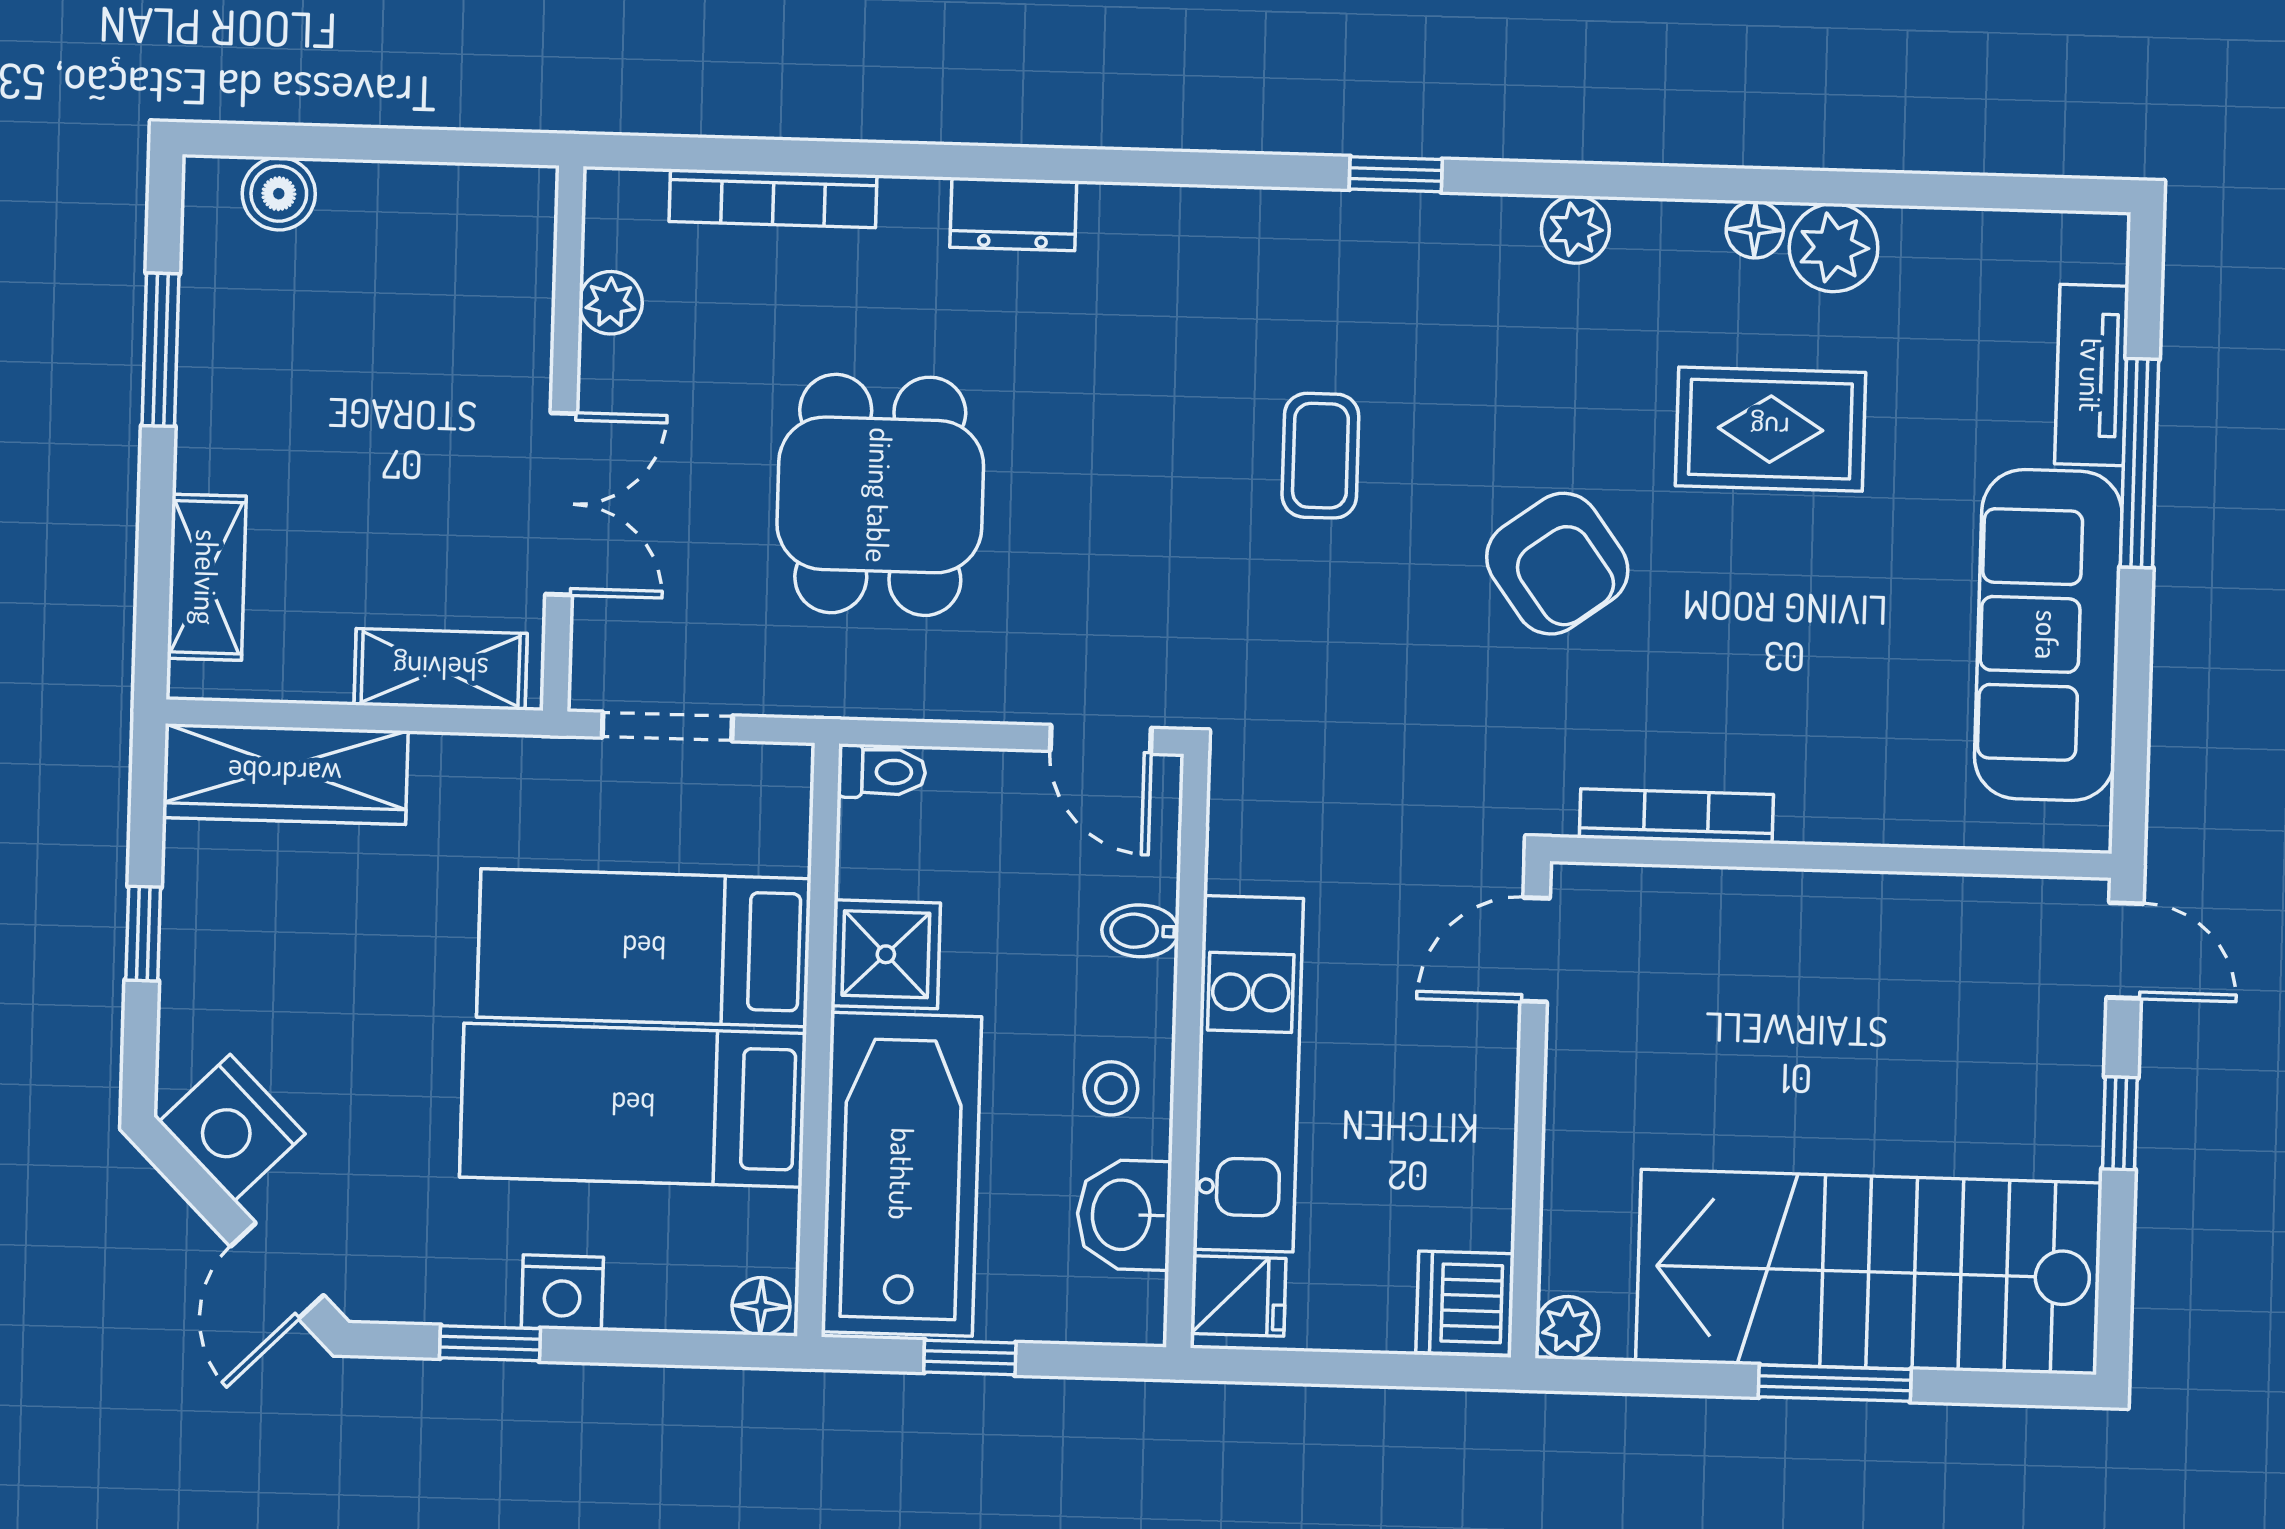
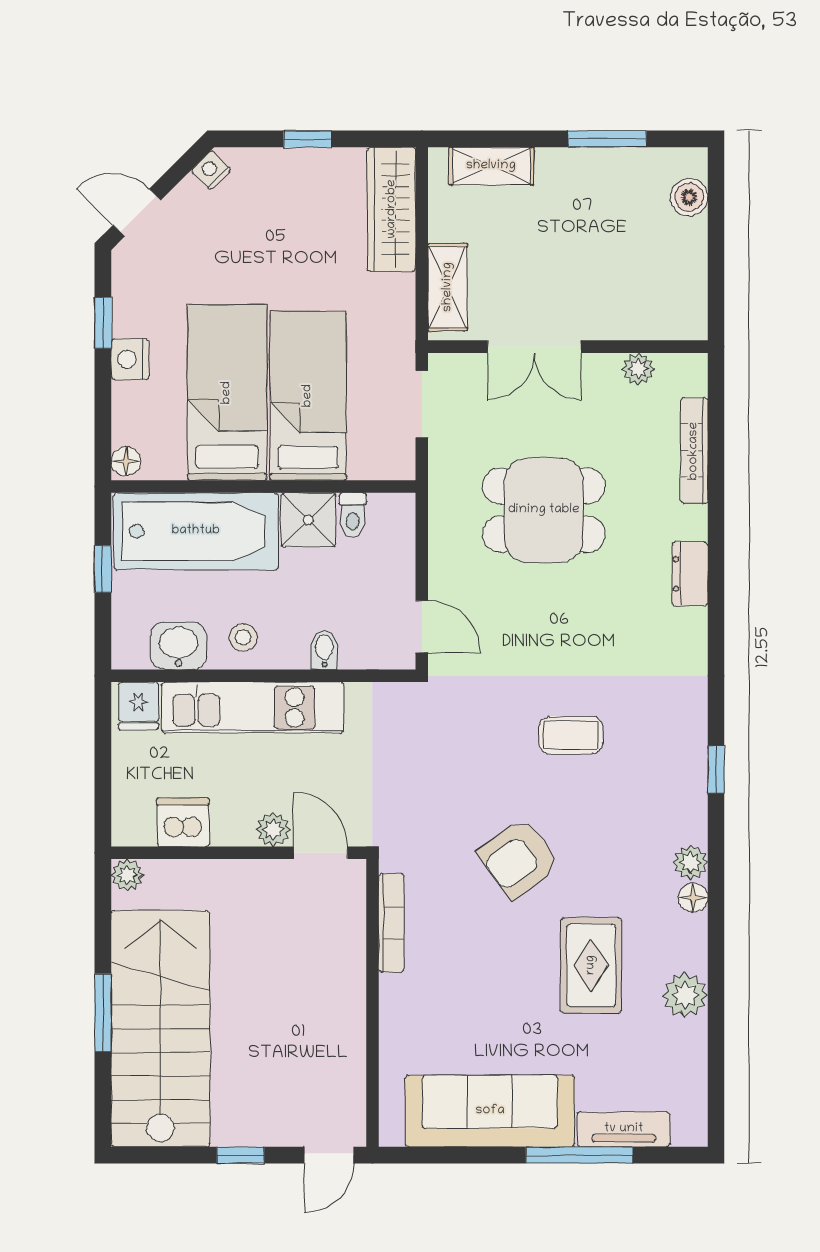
floor lamp: (1755, 230) -> (693, 898), moved
door: (1101, 739) -> (422, 627), swing flipped
toilet: (882, 772) -> (353, 515), moved
plant: (1487, 1041) -> (273, 830), added
nightstand: (232, 1128) -> (211, 170), width x0.53, depth x0.56
dishwasher: (1465, 1303) -> (183, 822), moved

